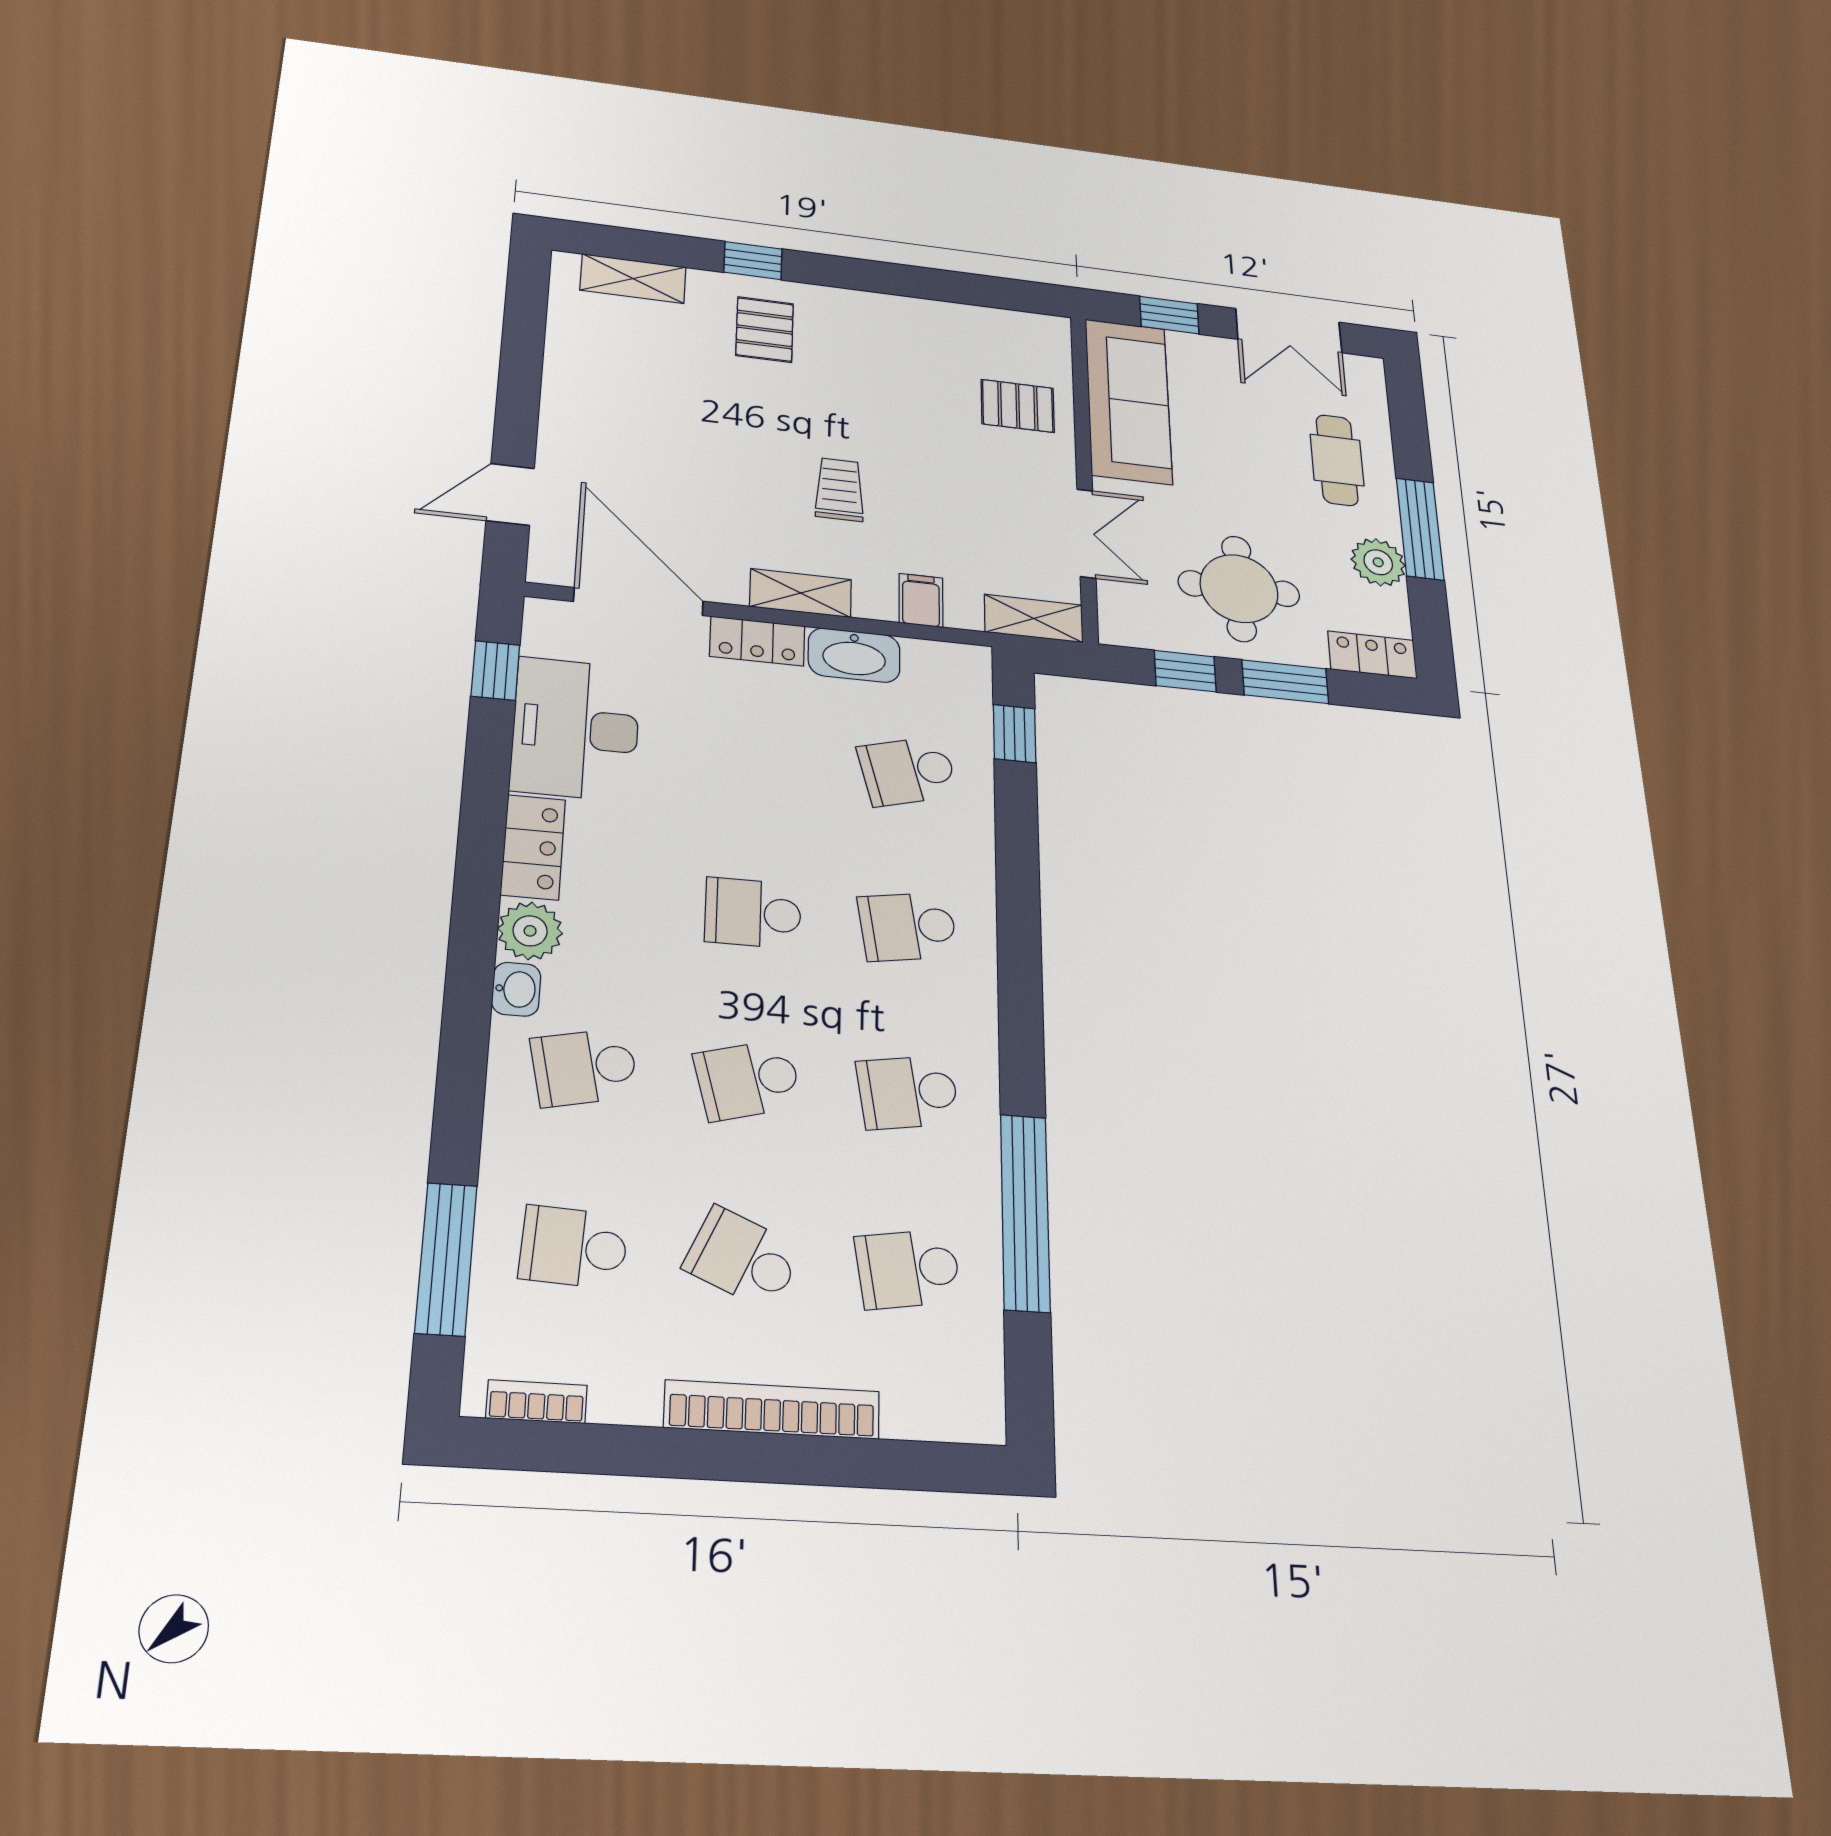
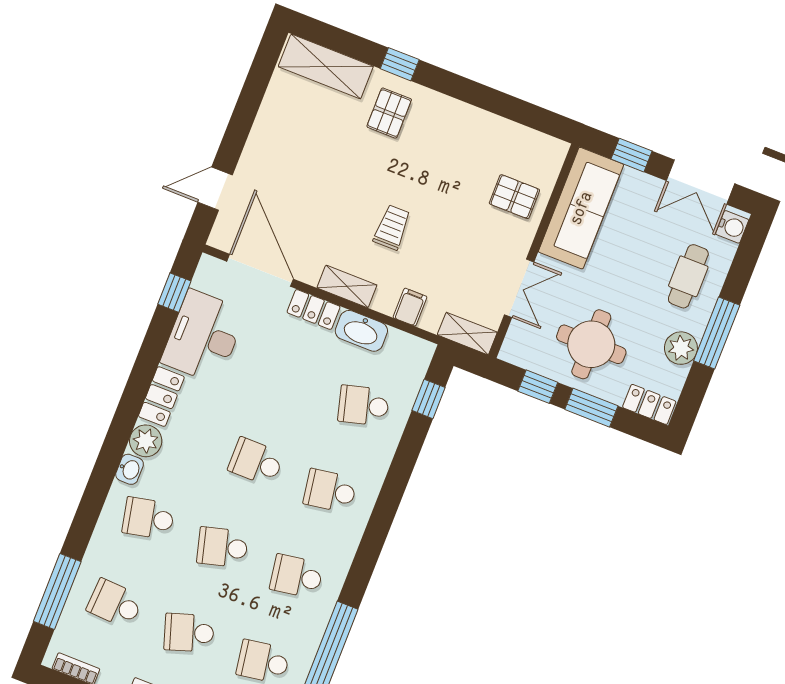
shelving: (633, 279) -> (326, 66), width x1.50, depth x1.33
water cooler: (1366, 380) -> (732, 227), added
school desk: (743, 1258) -> (189, 633), turned -42

